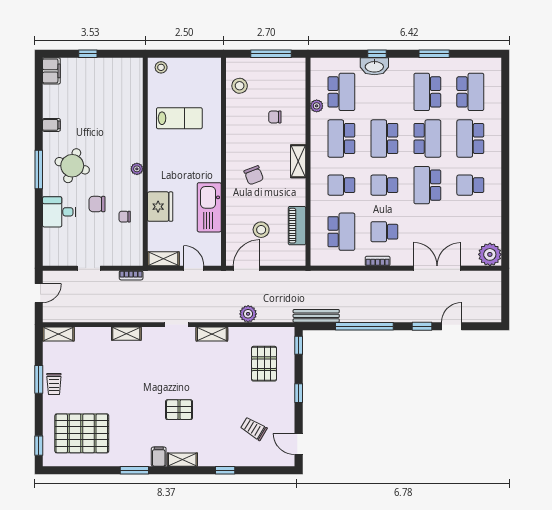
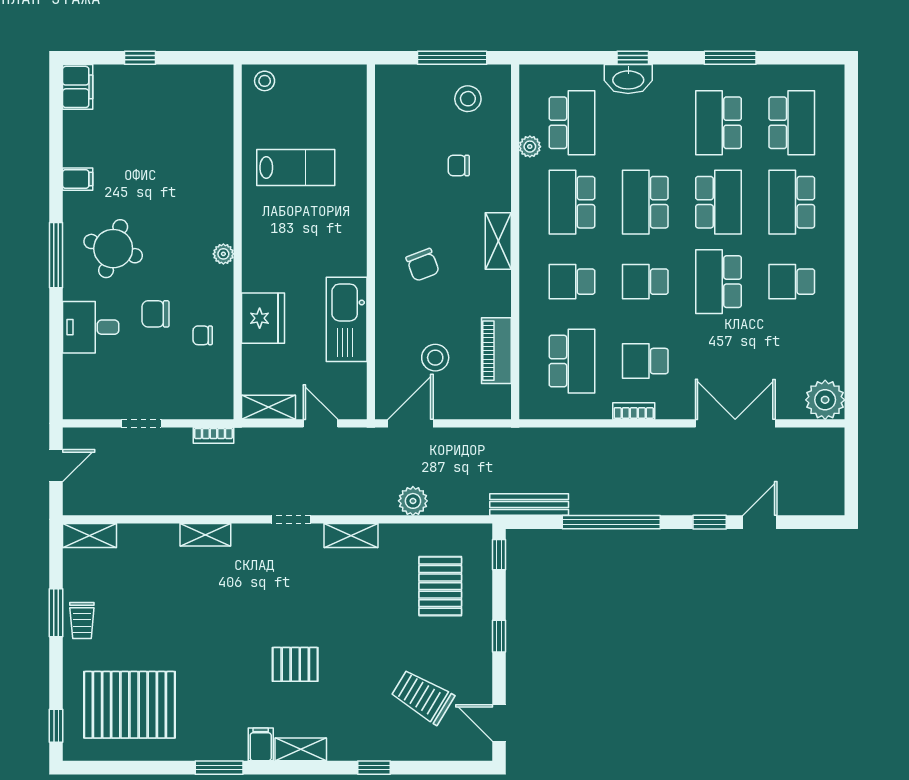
stool: (240, 86) -> (468, 99), moved
trolley: (254, 429) -> (423, 697), width x1.36, depth x1.39

